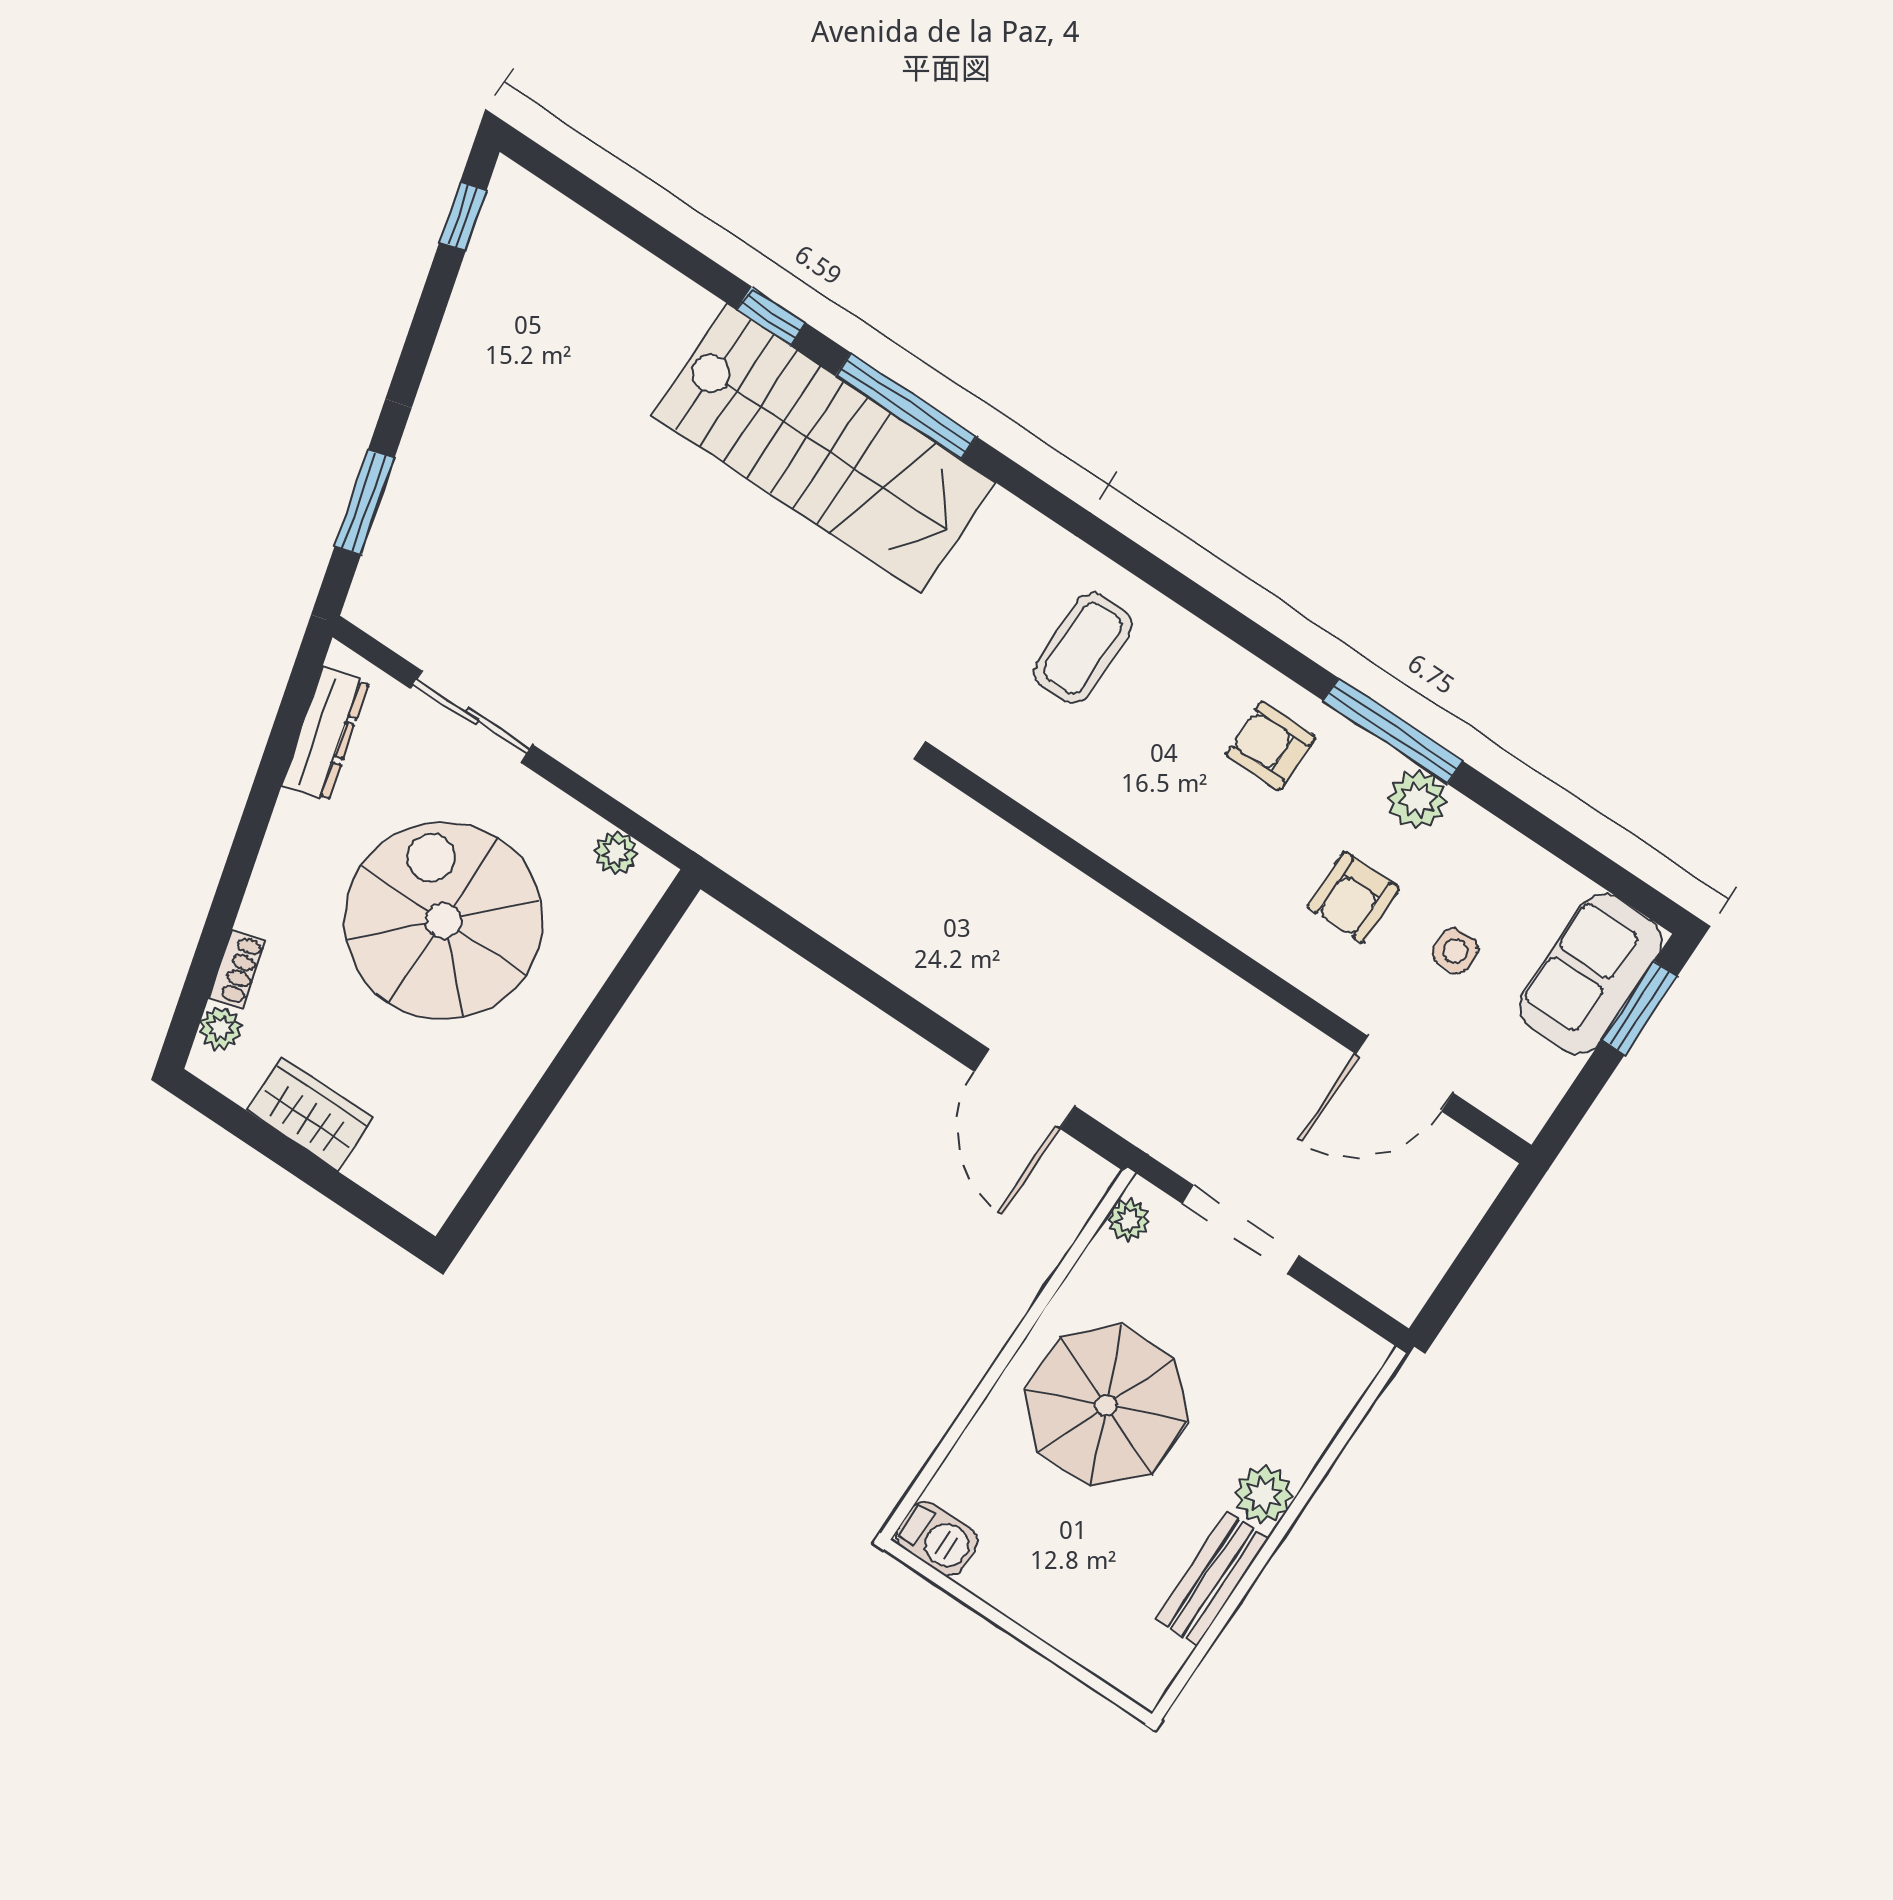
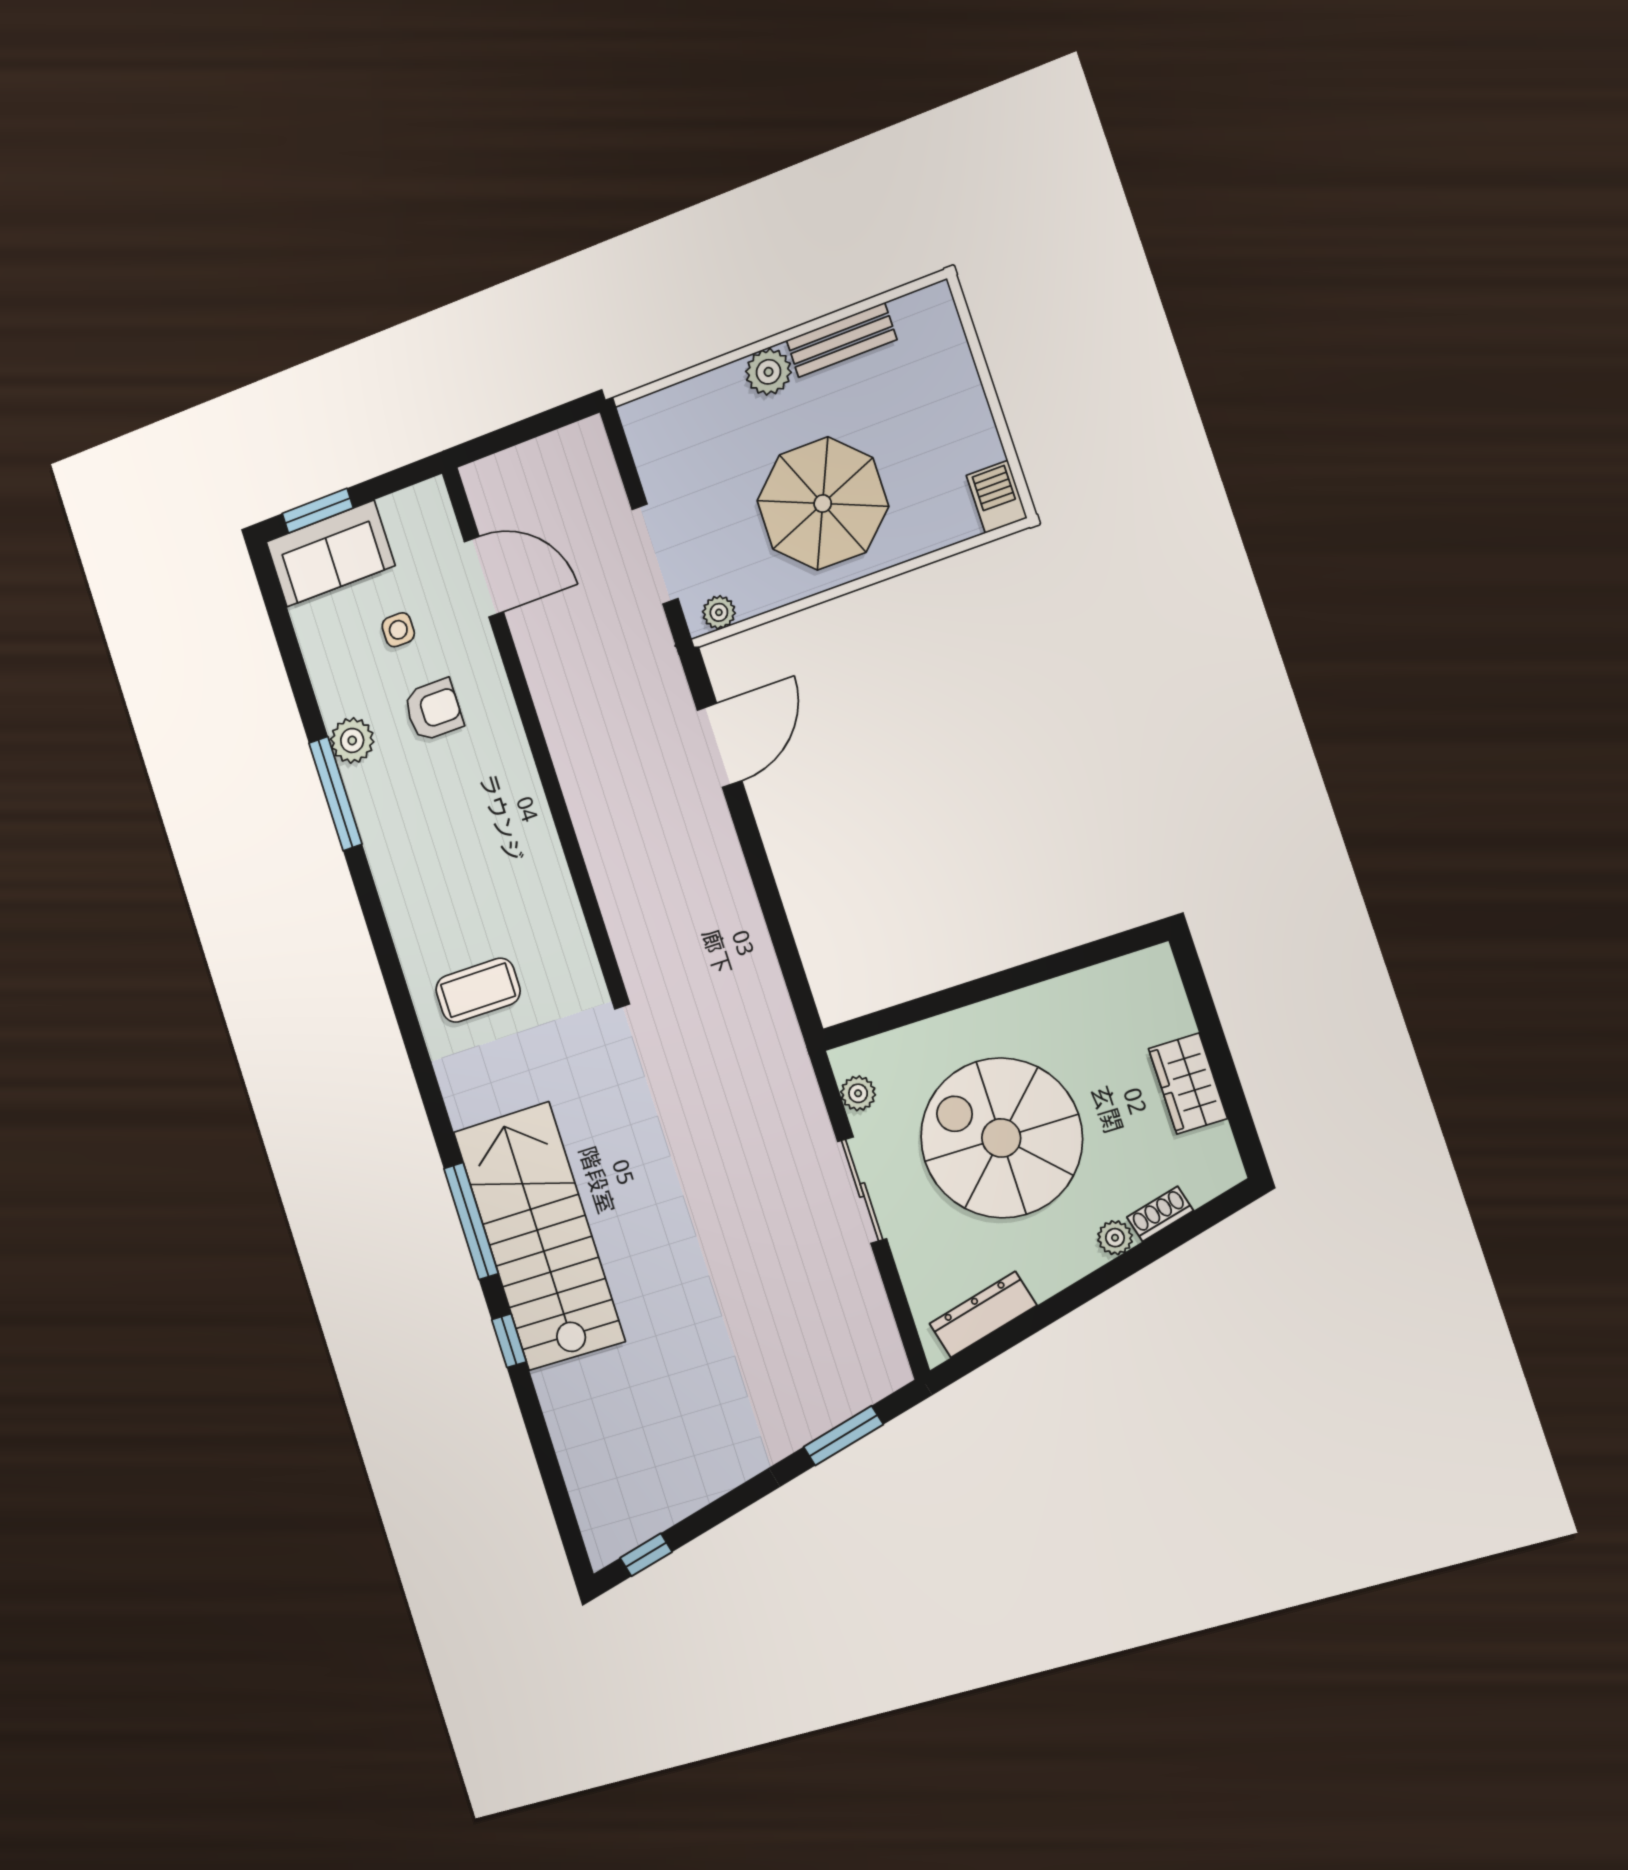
sliding door: (471, 717) -> (862, 1190), moved
armchair: (1270, 746) -> (413, 842), removed
spiral stairs: (444, 921) -> (1001, 1138), turned 90
plant: (220, 1028) -> (1115, 1238), moved

